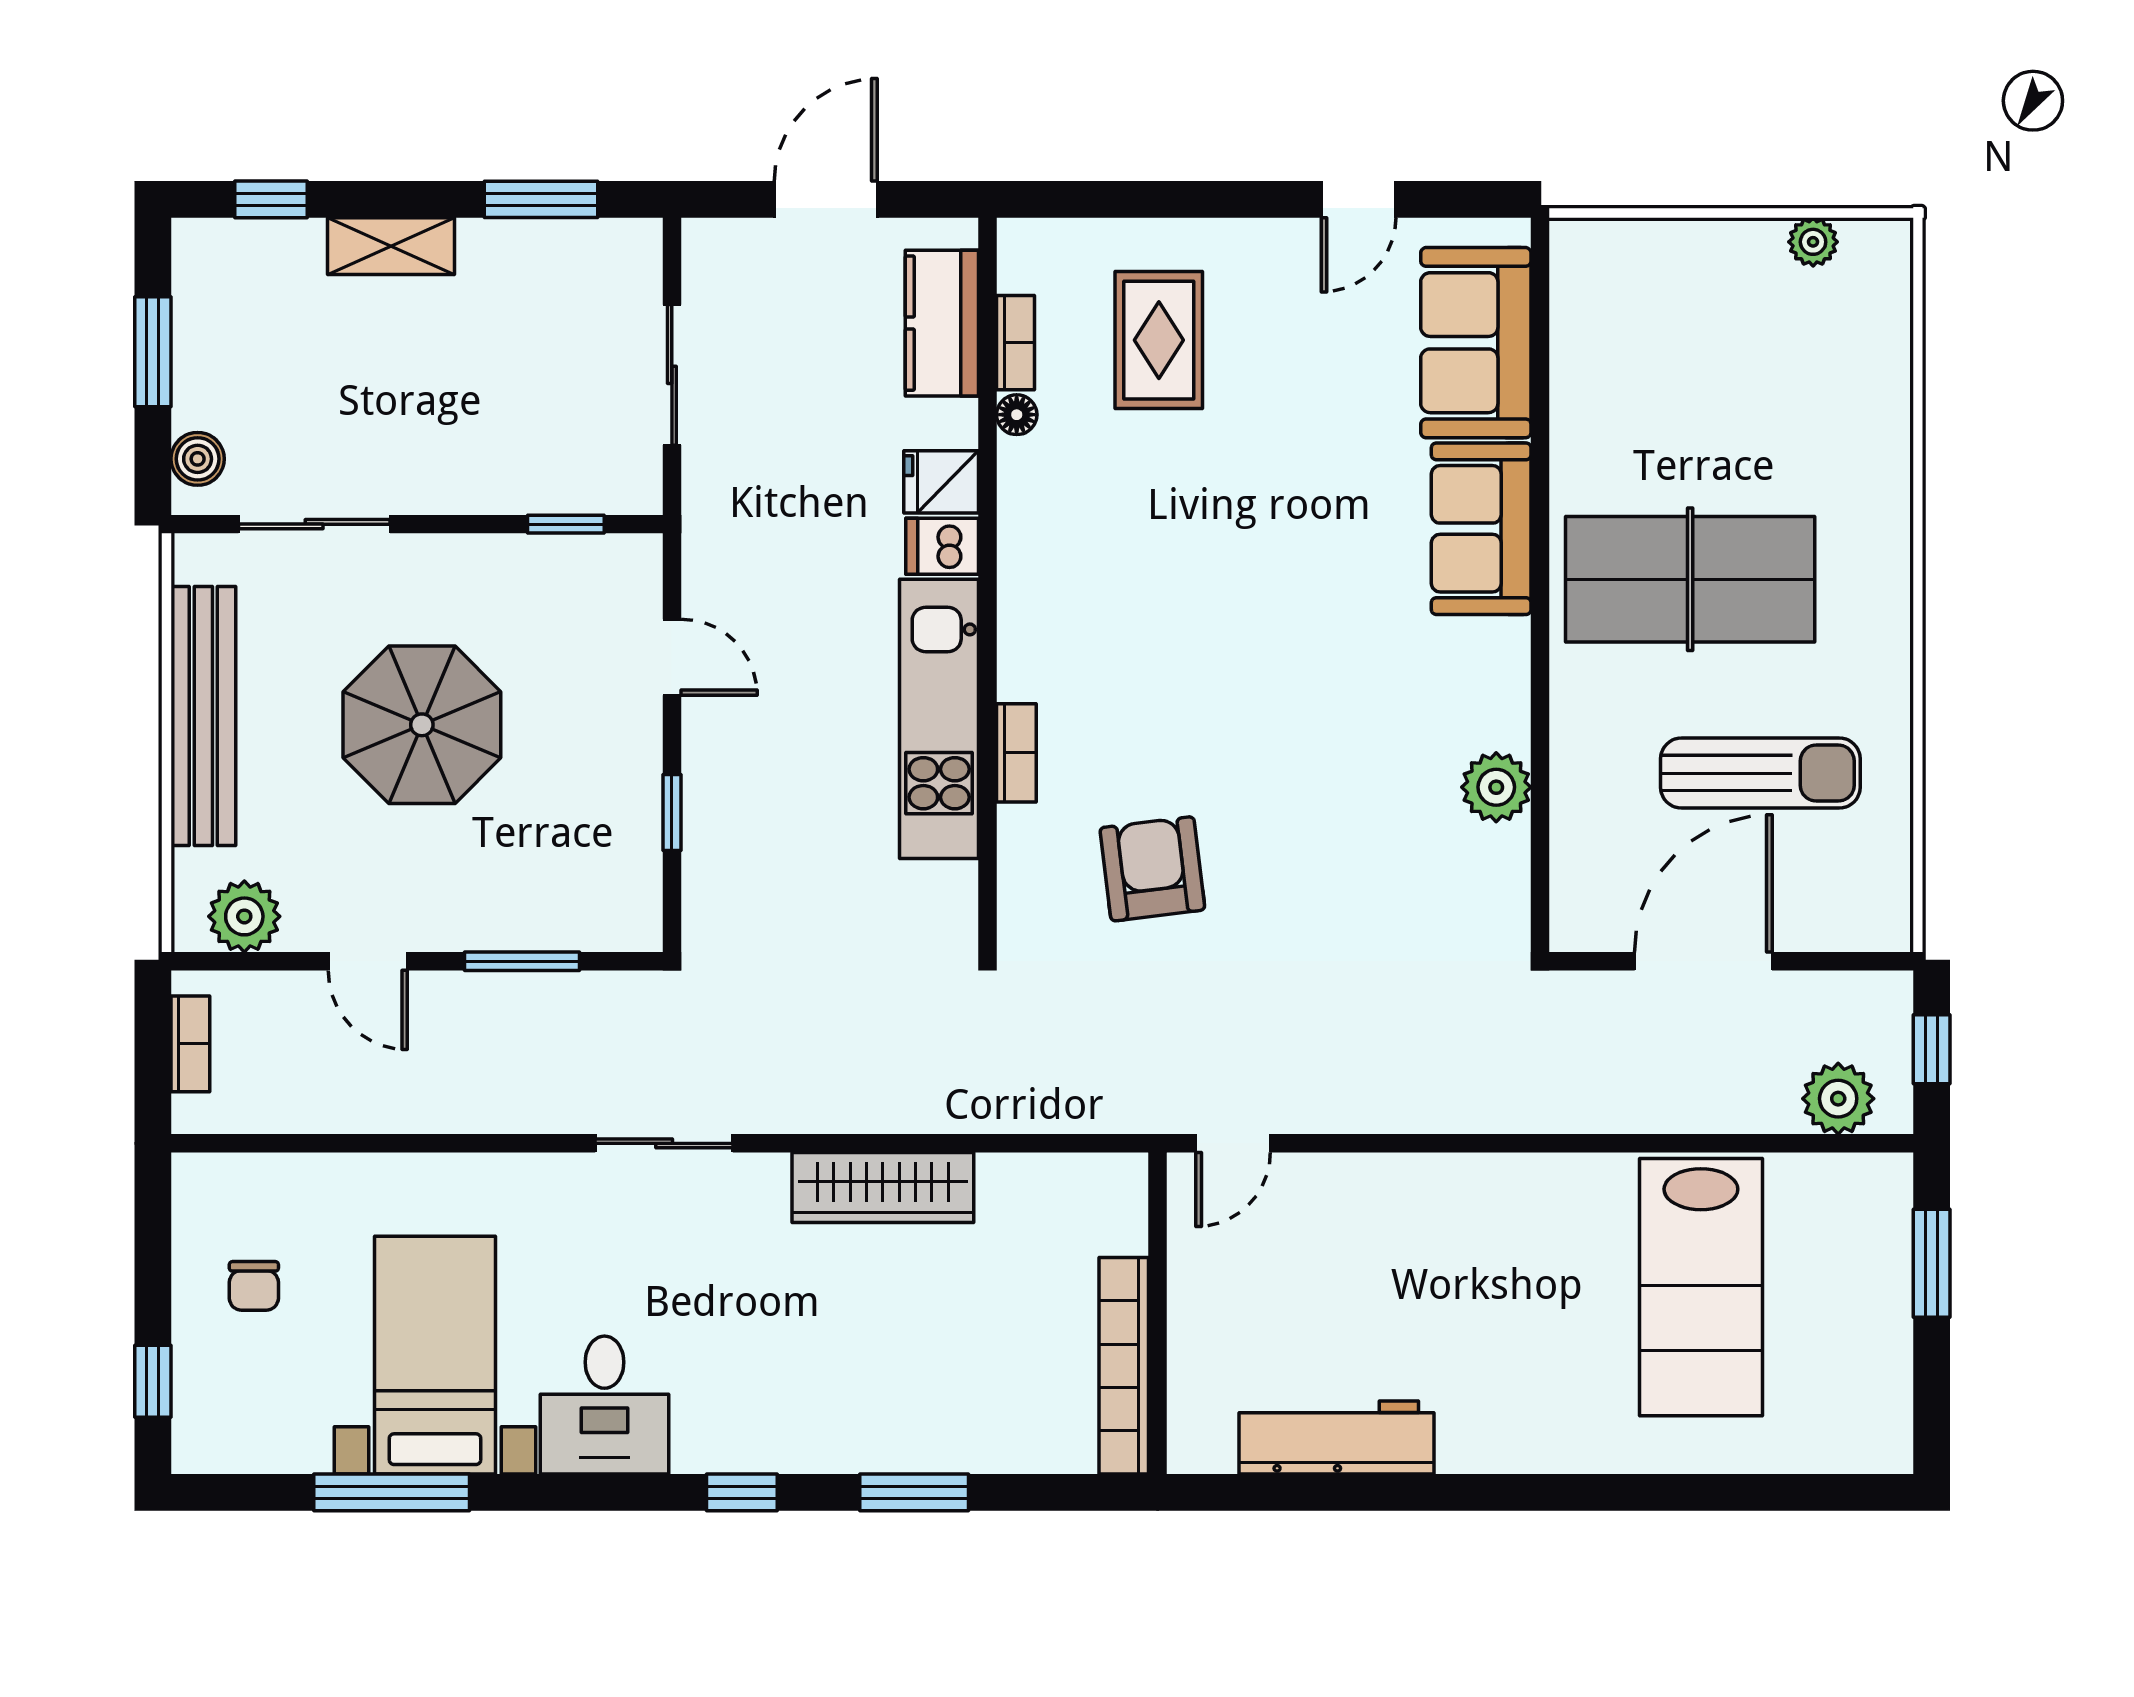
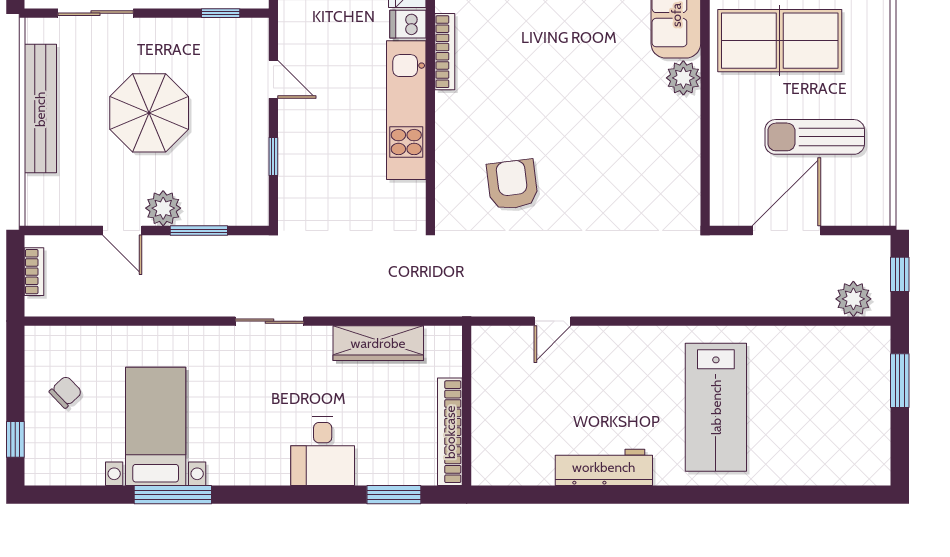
bookcase: (1016, 753) -> (445, 52), moved, width x1.56
sun lounger: (1760, 773) -> (815, 137), turned 180
plant: (1496, 787) -> (683, 78), moved
plant: (244, 916) -> (163, 208), moved
chair: (254, 1286) -> (66, 392), turned -134
lab bench: (1701, 1287) -> (716, 407), moved
wall: (1158, 1313) -> (467, 406), moved
bookcase: (1124, 1366) -> (450, 432), moved
desk: (604, 1405) -> (323, 451), moved
window: (392, 1492) -> (173, 495), moved
window: (742, 1492) -> (308, 495), removed

